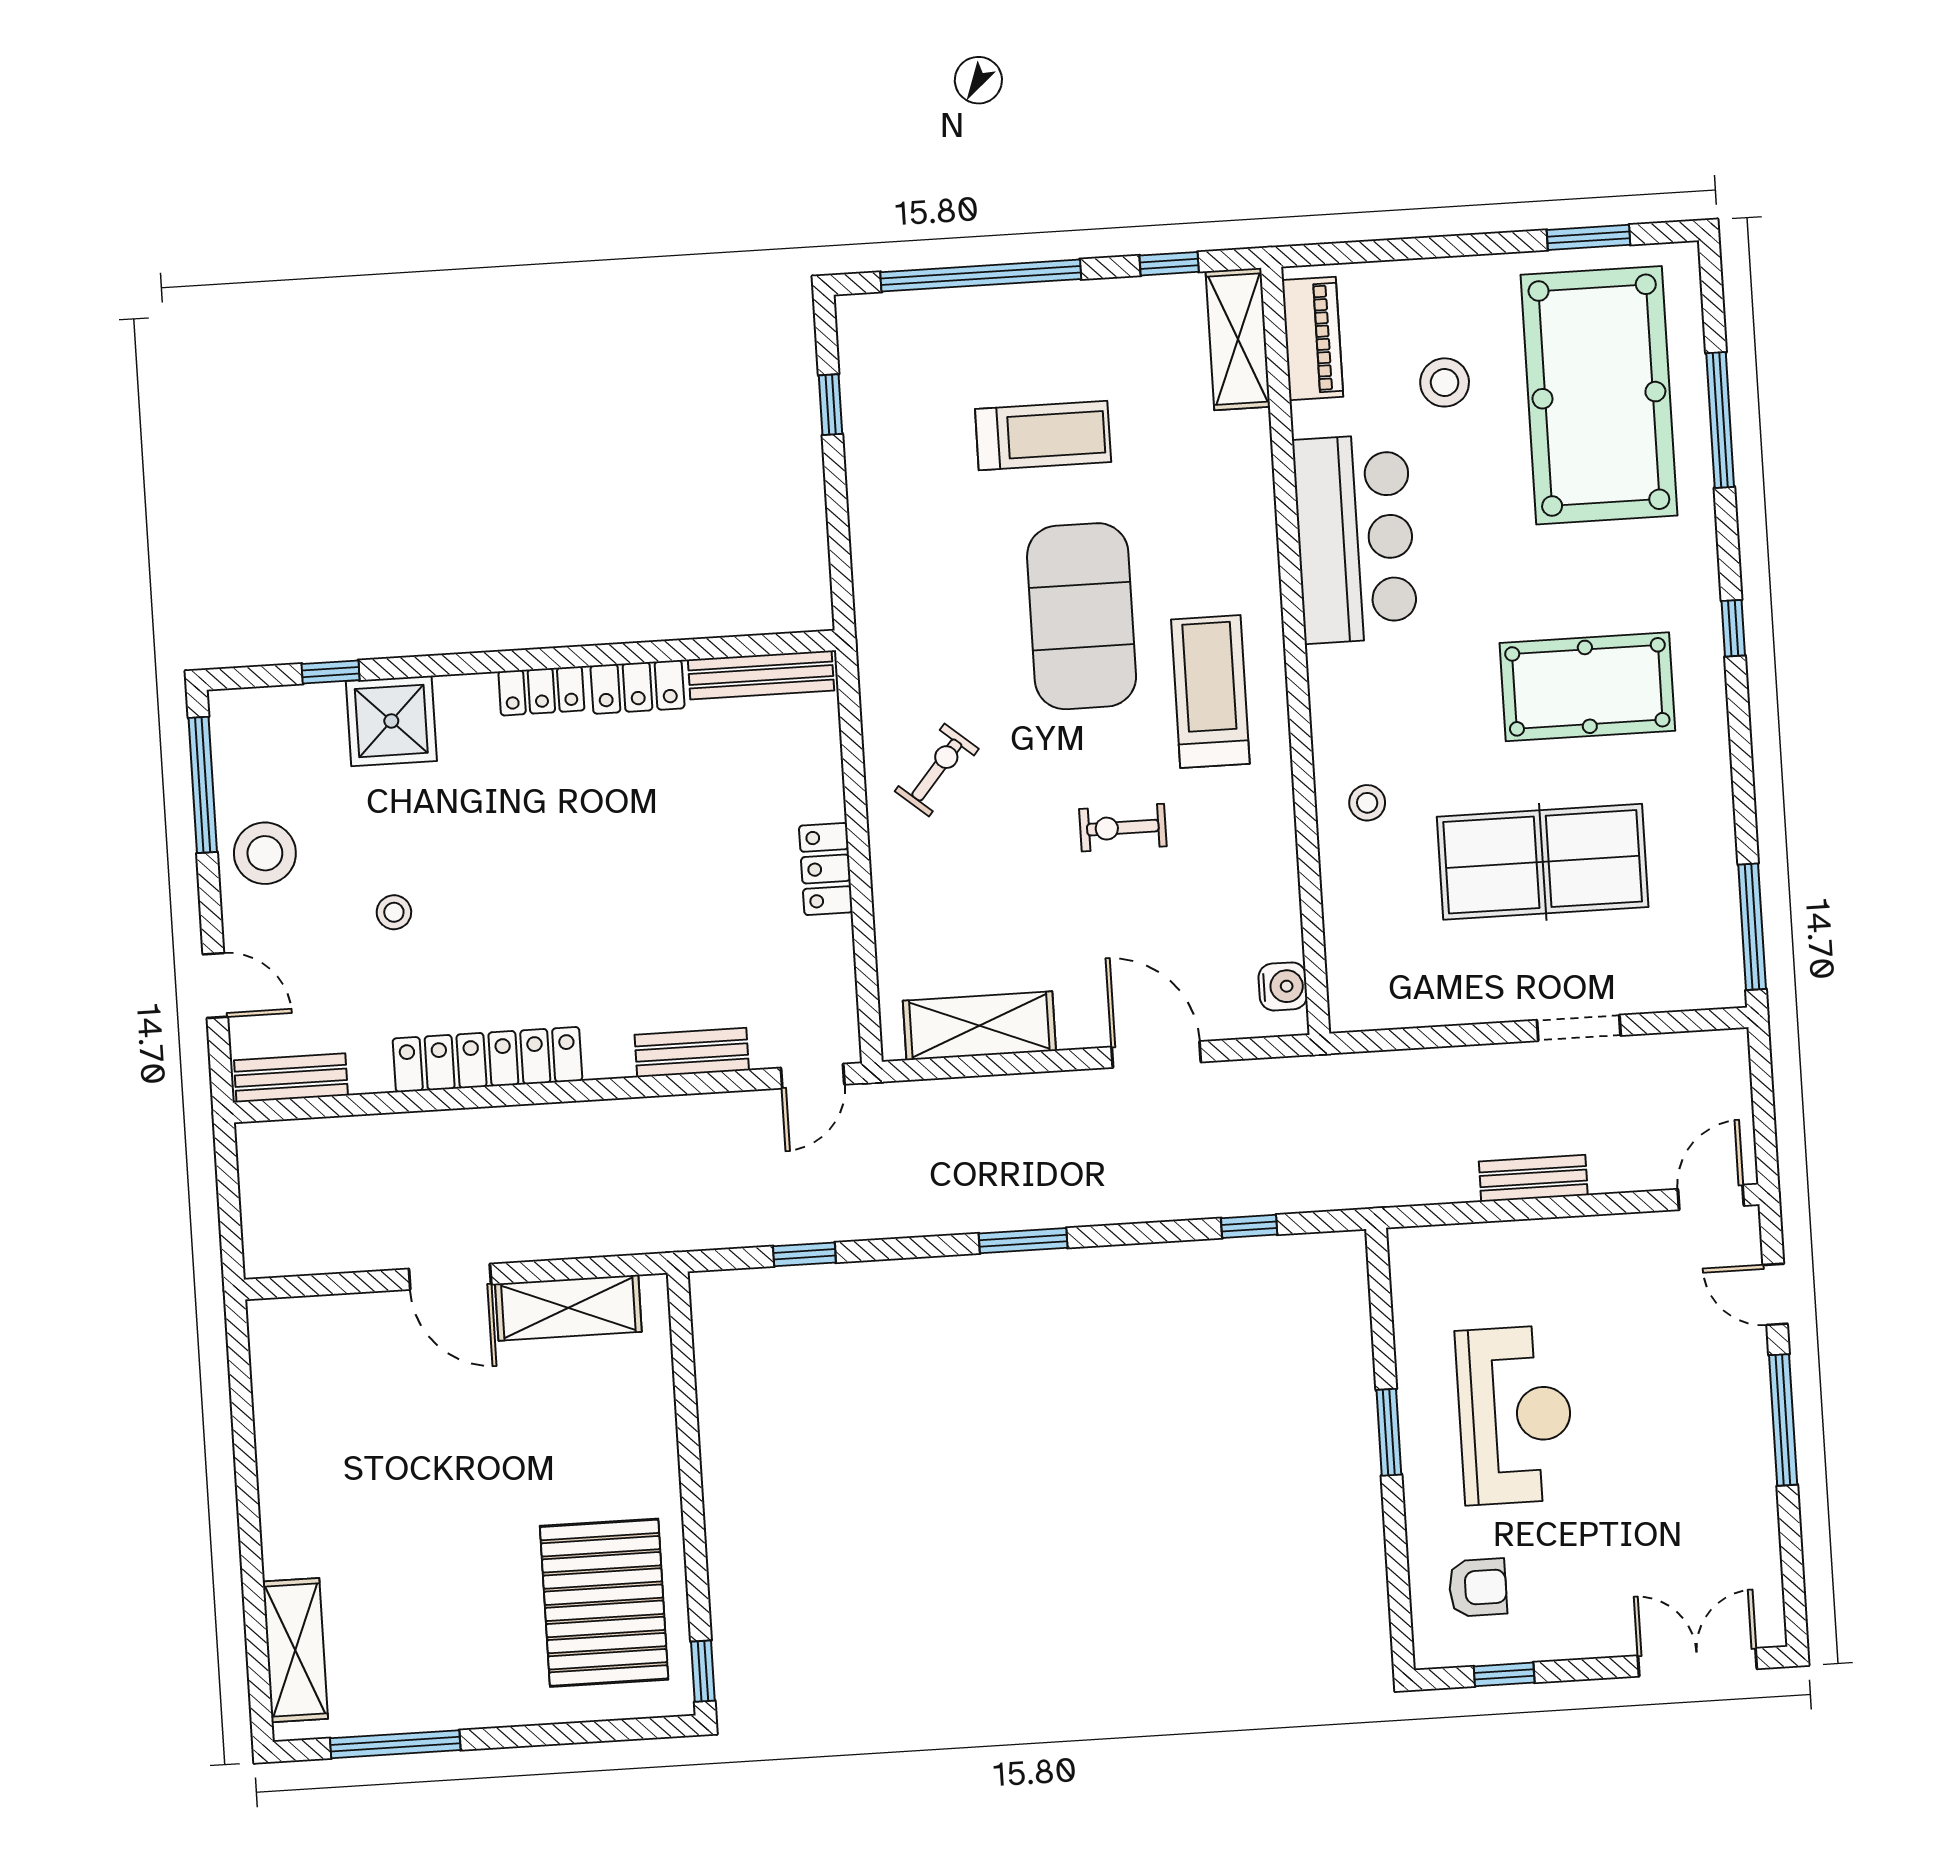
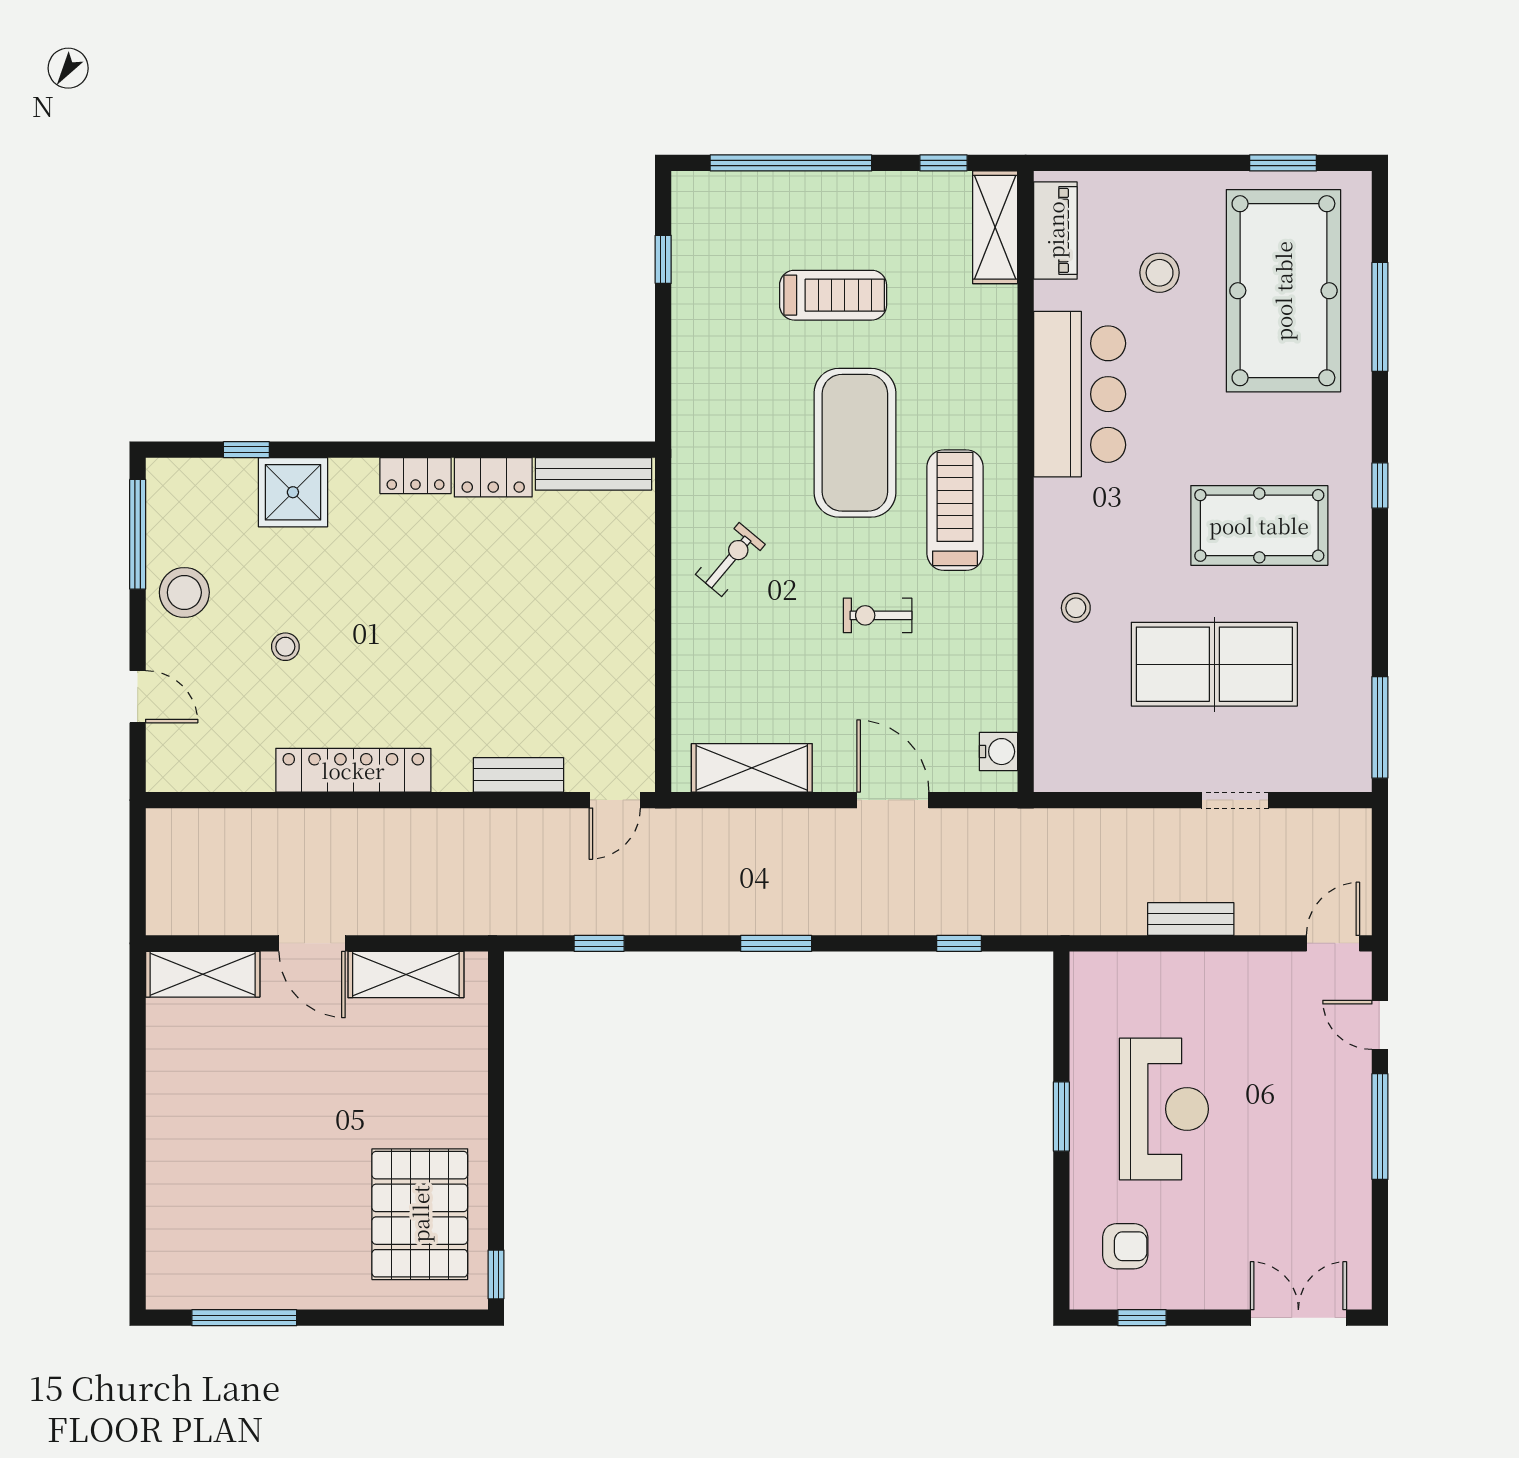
locker: (826, 869) -> (636, 634), removed
bench: (291, 1078) -> (194, 775), removed
shelving: (295, 1650) -> (203, 974), moved, turned 90

